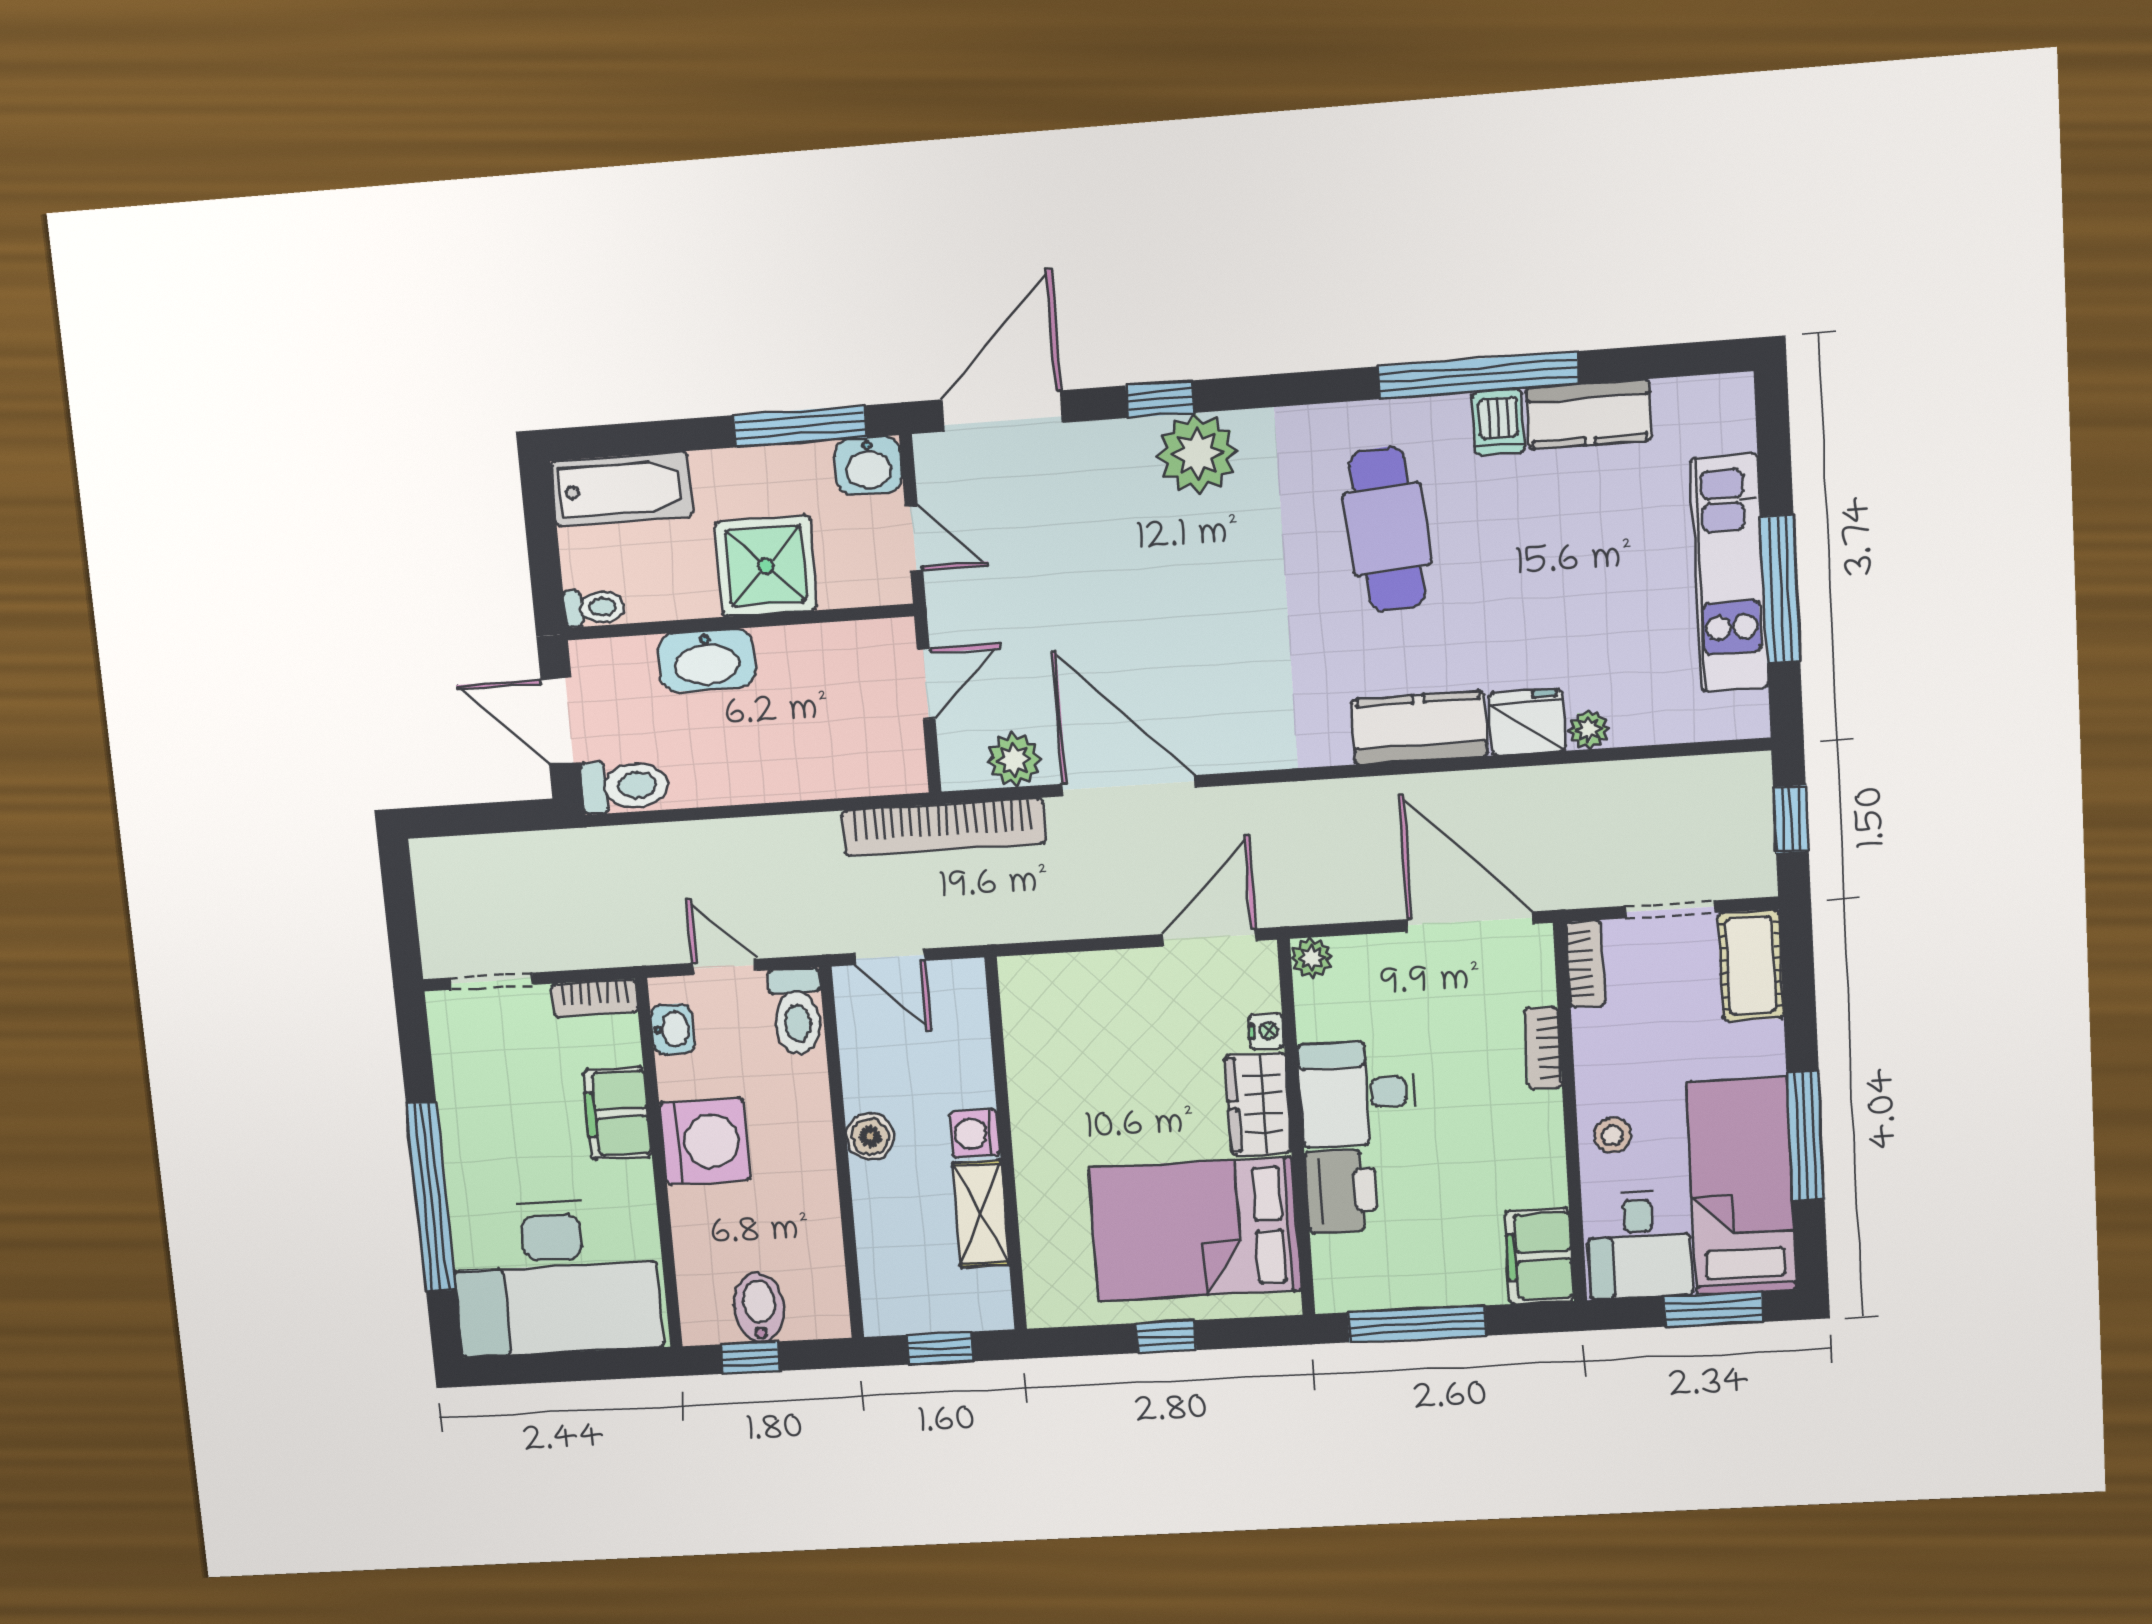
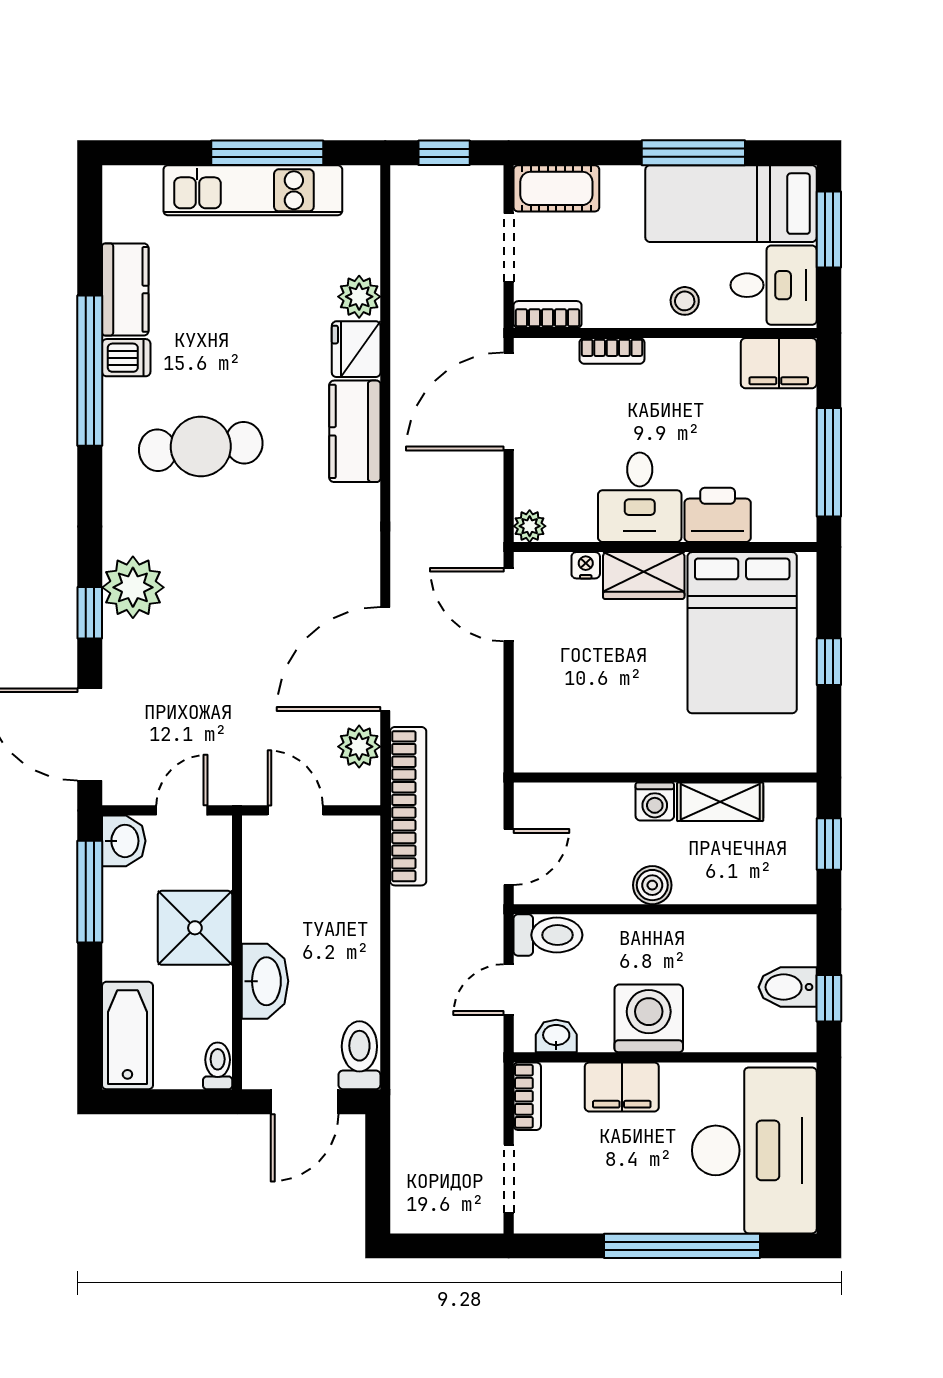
plant: (1589, 729) -> (359, 297), width x1.38, depth x1.38

